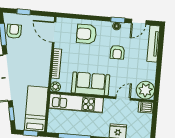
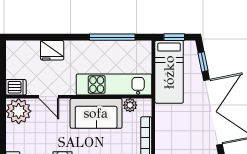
plant: (55, 87) -> (130, 105), moved
door: (123, 98) -> (49, 97), hinge flipped

